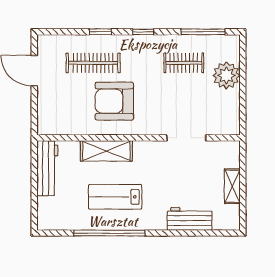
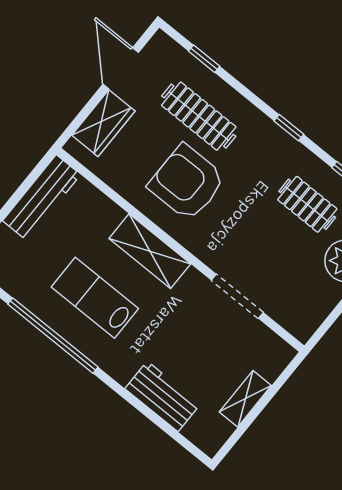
window: (100, 32) -> (204, 59), moved
wardrobe: (48, 105) -> (103, 123), added
shelving: (106, 151) -> (150, 251), moved

